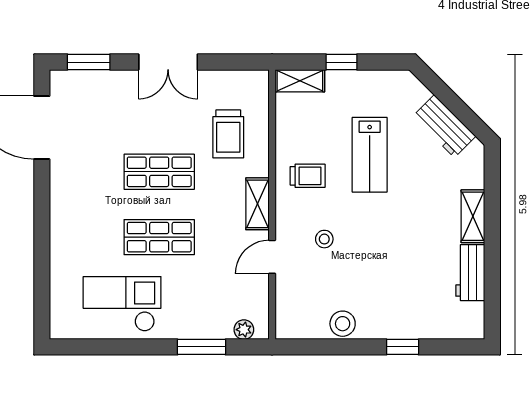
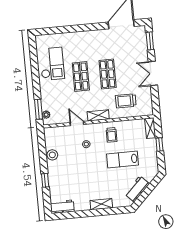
workbench: (470, 273) -> (62, 207), moved
window: (202, 347) -> (38, 109), moved

